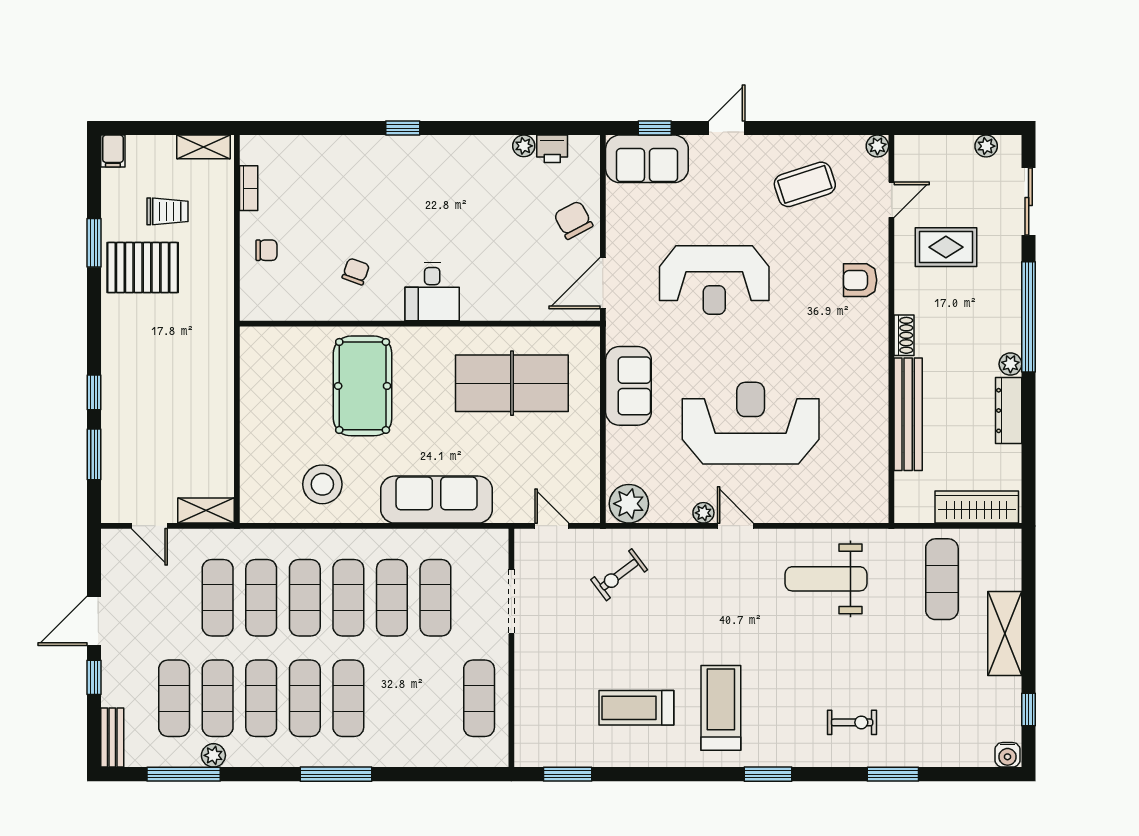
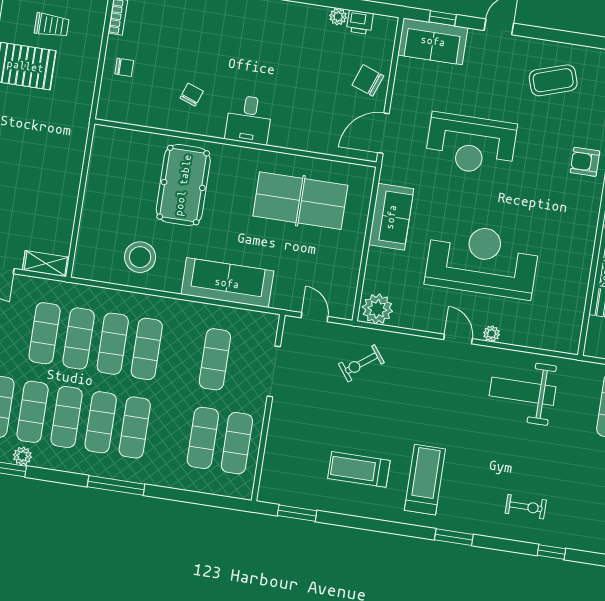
chair: (573, 220) -> (368, 80), turned -42
plant: (703, 513) -> (491, 334), moved
exercise mat: (392, 598) -> (203, 438), moved
window: (893, 774) -> (551, 552), width x0.67

